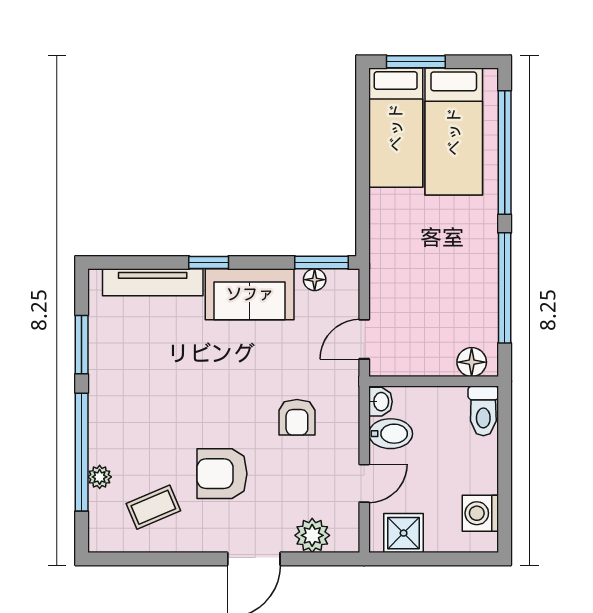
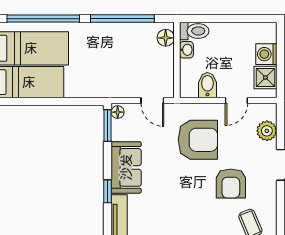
floor lamp: (315, 280) -> (118, 112), moved
washbasin: (381, 402) -> (186, 50), moved, turned 90
armchair: (297, 417) -> (198, 140), width x1.88, depth x1.88
door: (364, 483) -> (236, 101), swing flipped
washing machine: (480, 513) -> (266, 54), moved, turned 90

